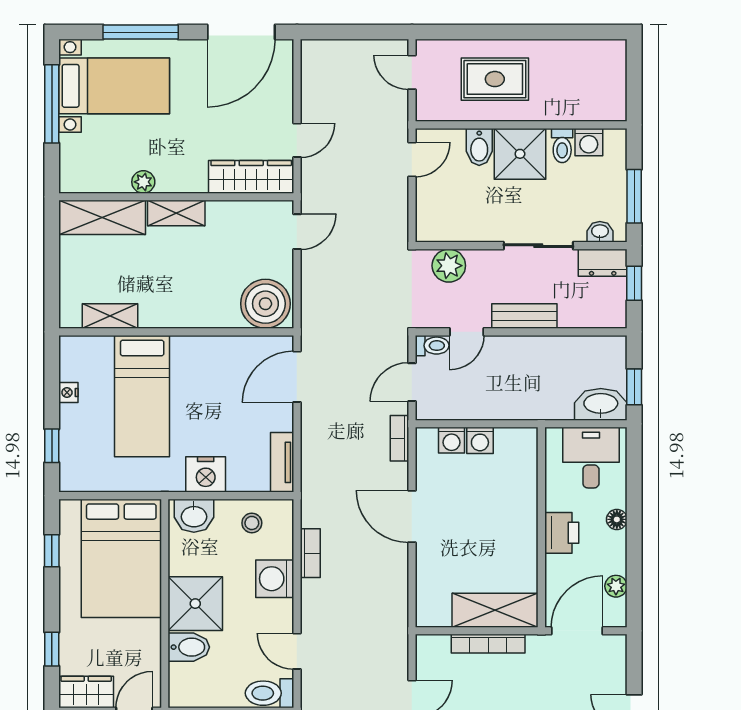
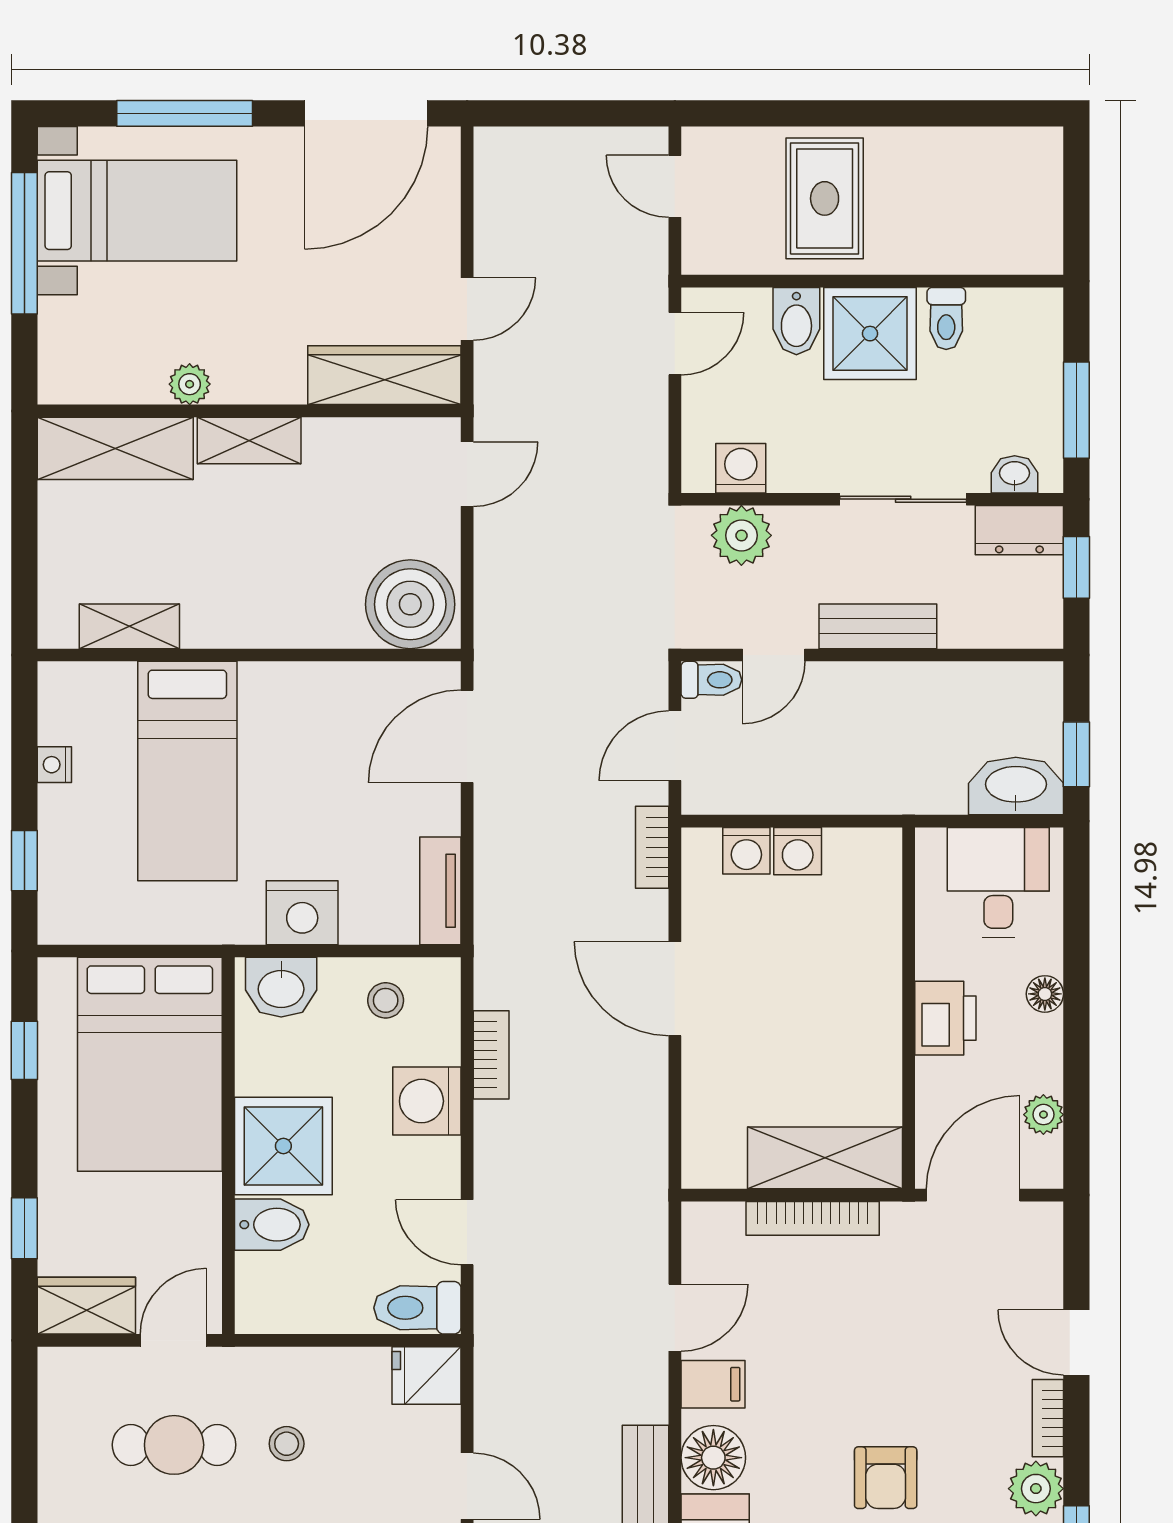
rug: (495, 79) -> (825, 198), turned 90
washing machine: (589, 142) -> (741, 468), moved, turned 180

